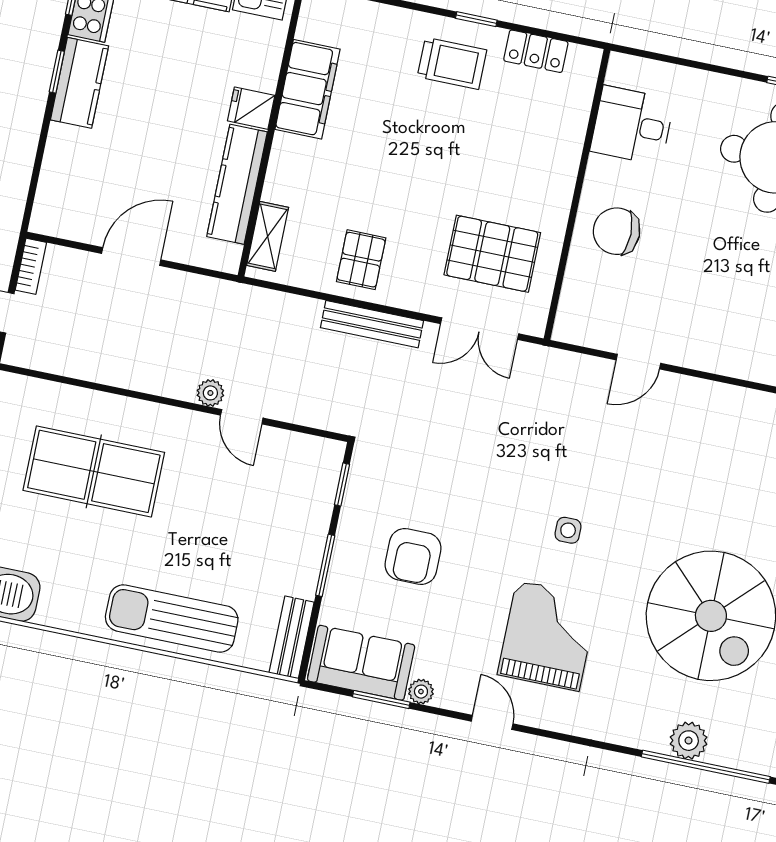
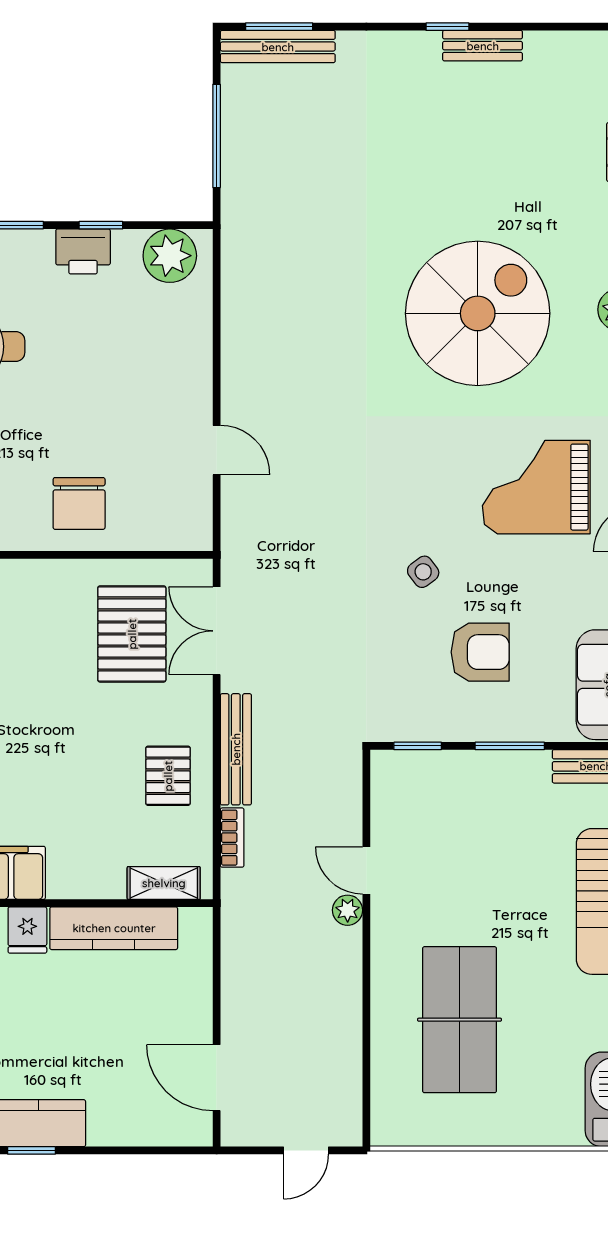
door: (131, 257) -> (217, 1078), moved
pallet: (361, 260) -> (168, 776), turned 90
bookcase: (31, 266) -> (232, 838), moved, turned 90
double door: (480, 329) -> (217, 631), swing flipped
door: (242, 417) -> (366, 870), swing flipped
side table: (568, 530) -> (423, 572), moved, turned -37

